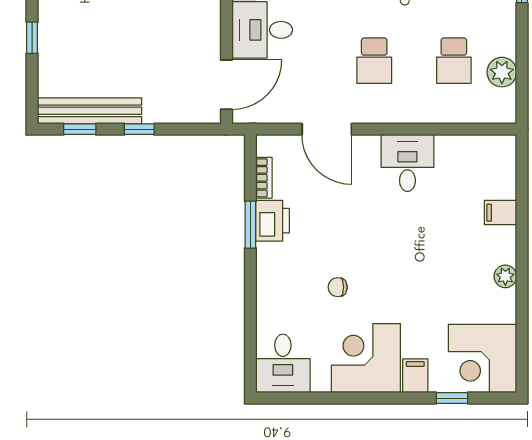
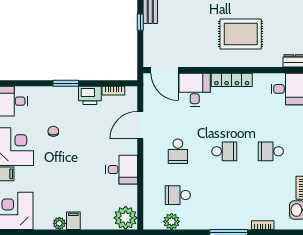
school desk: (374, 61) -> (178, 151), turned -90
plant: (495, 156) -> (126, 218), added
filing cabinet: (500, 213) -> (73, 221), moved
window: (250, 225) -> (66, 83), moved

